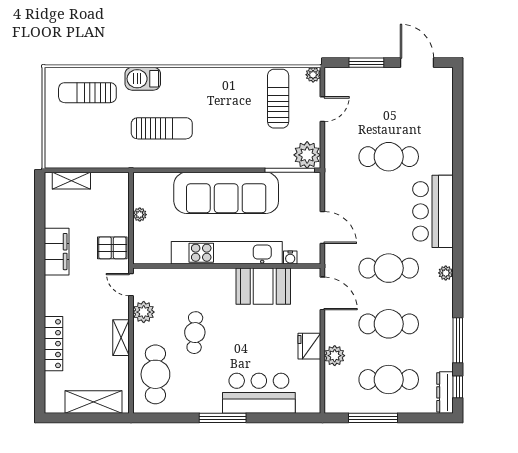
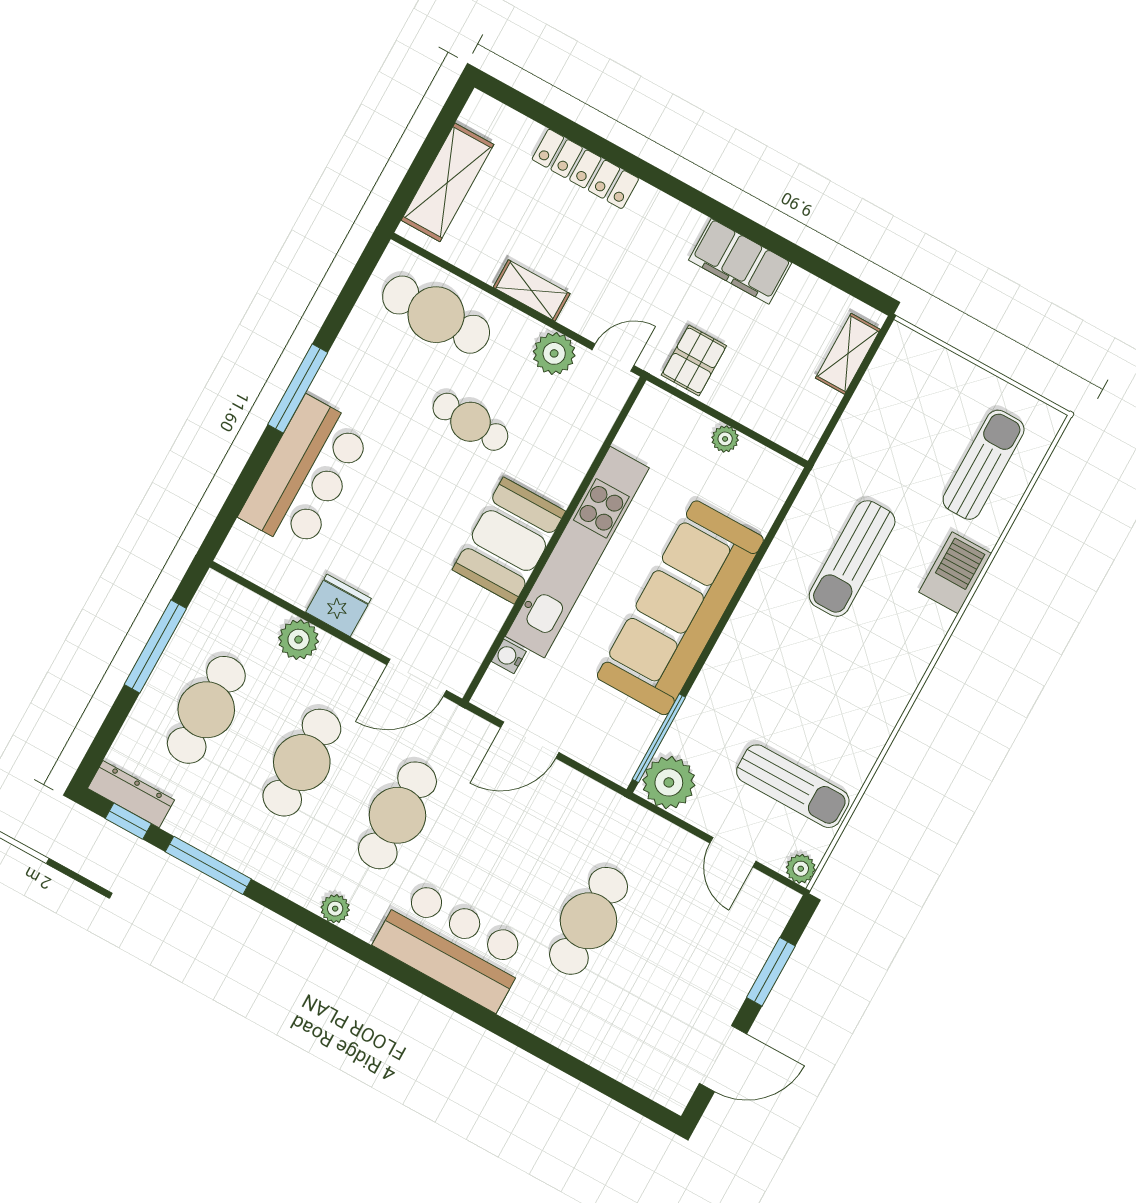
booth: (263, 286) -> (509, 541), moved

